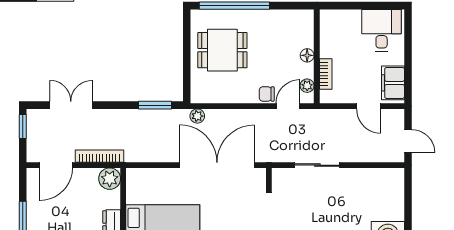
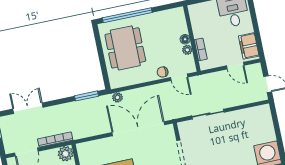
dining table: (222, 50) -> (125, 48), width x1.38
plant: (307, 86) -> (187, 50), moved
door: (288, 106) -> (179, 77), swing flipped

